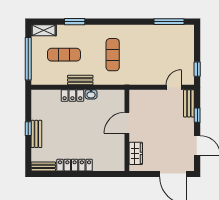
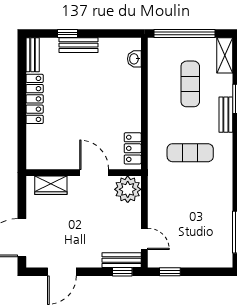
bench: (80, 80) -> (226, 115), moved
washbasin: (91, 94) -> (134, 59), moved
locker: (72, 95) -> (133, 148), moved
plant: (139, 99) -> (128, 189), added
window: (197, 115) -> (122, 272), moved
window: (28, 129) -> (68, 34), moved

